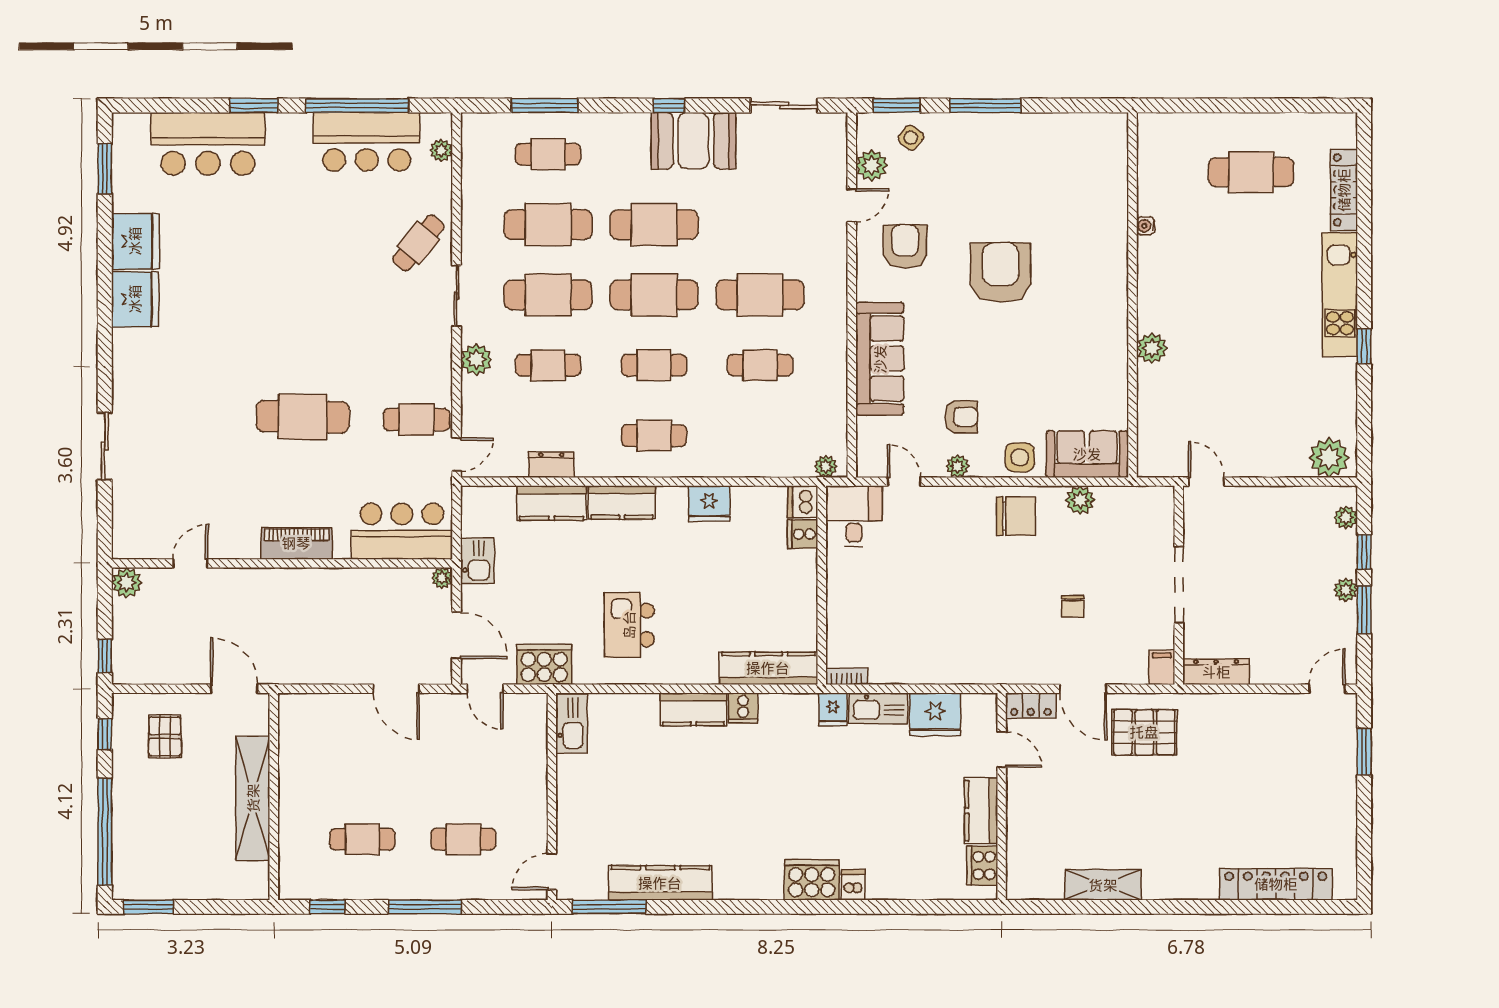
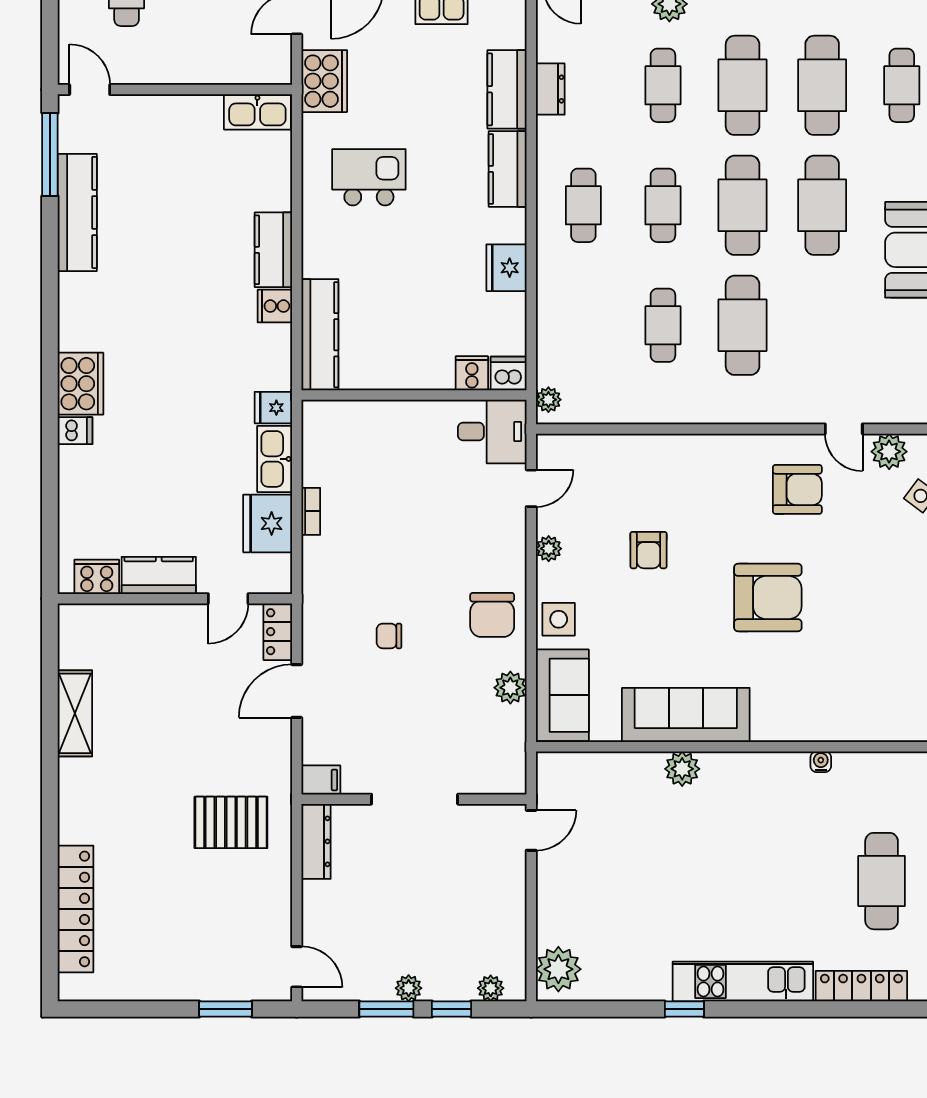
sofa: (880, 359) -> (686, 715), moved, turned 180
armchair: (961, 417) -> (648, 550), moved
chair: (1073, 606) -> (389, 636), moved
bookcase: (847, 676) -> (311, 511), moved
pallet: (1144, 732) -> (231, 822), moved, turned 90

